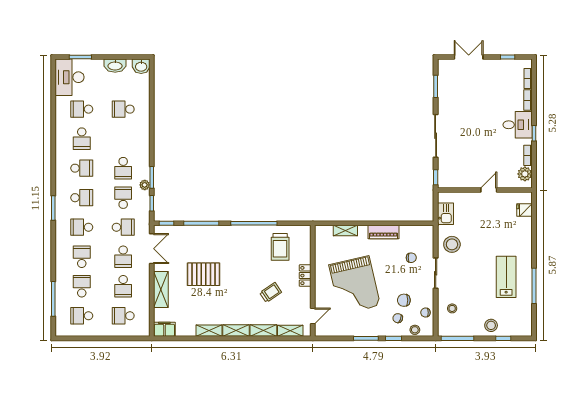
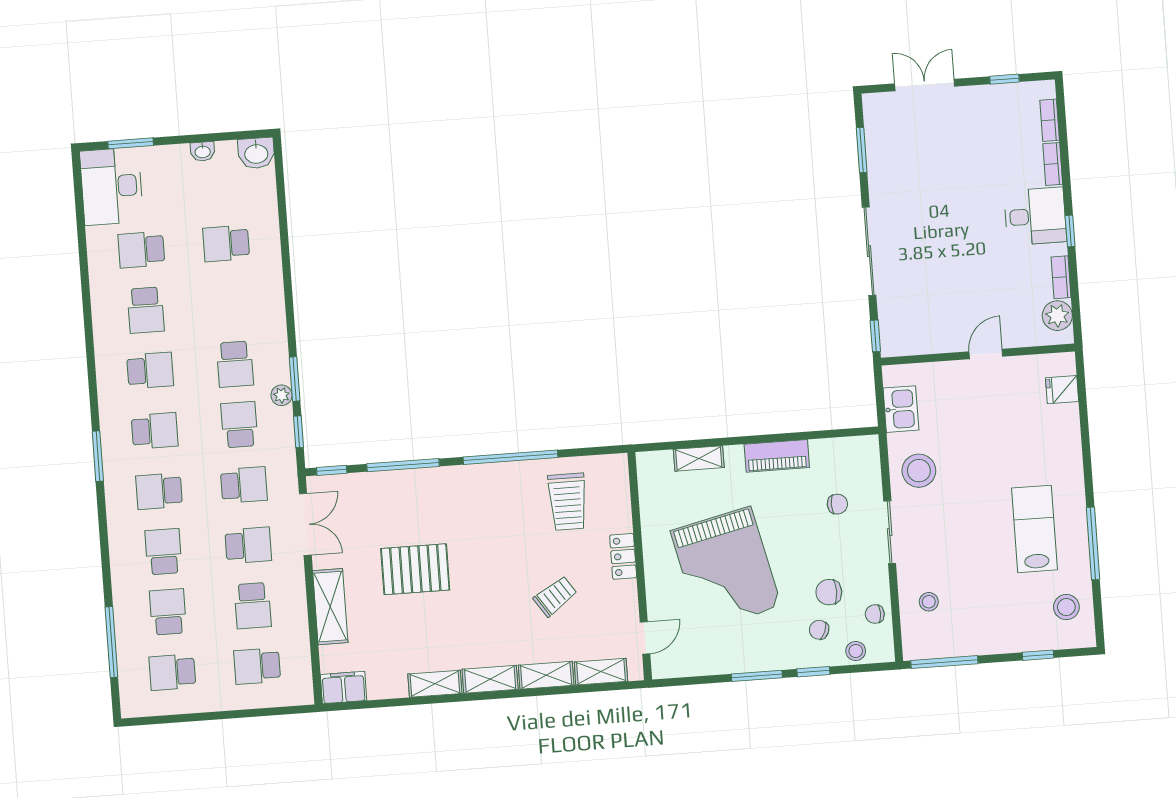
washbasin: (115, 66) -> (203, 151), width x0.52, depth x0.69
school desk: (123, 257) -> (248, 545), turned -90
stool: (491, 325) -> (1066, 607), moved

